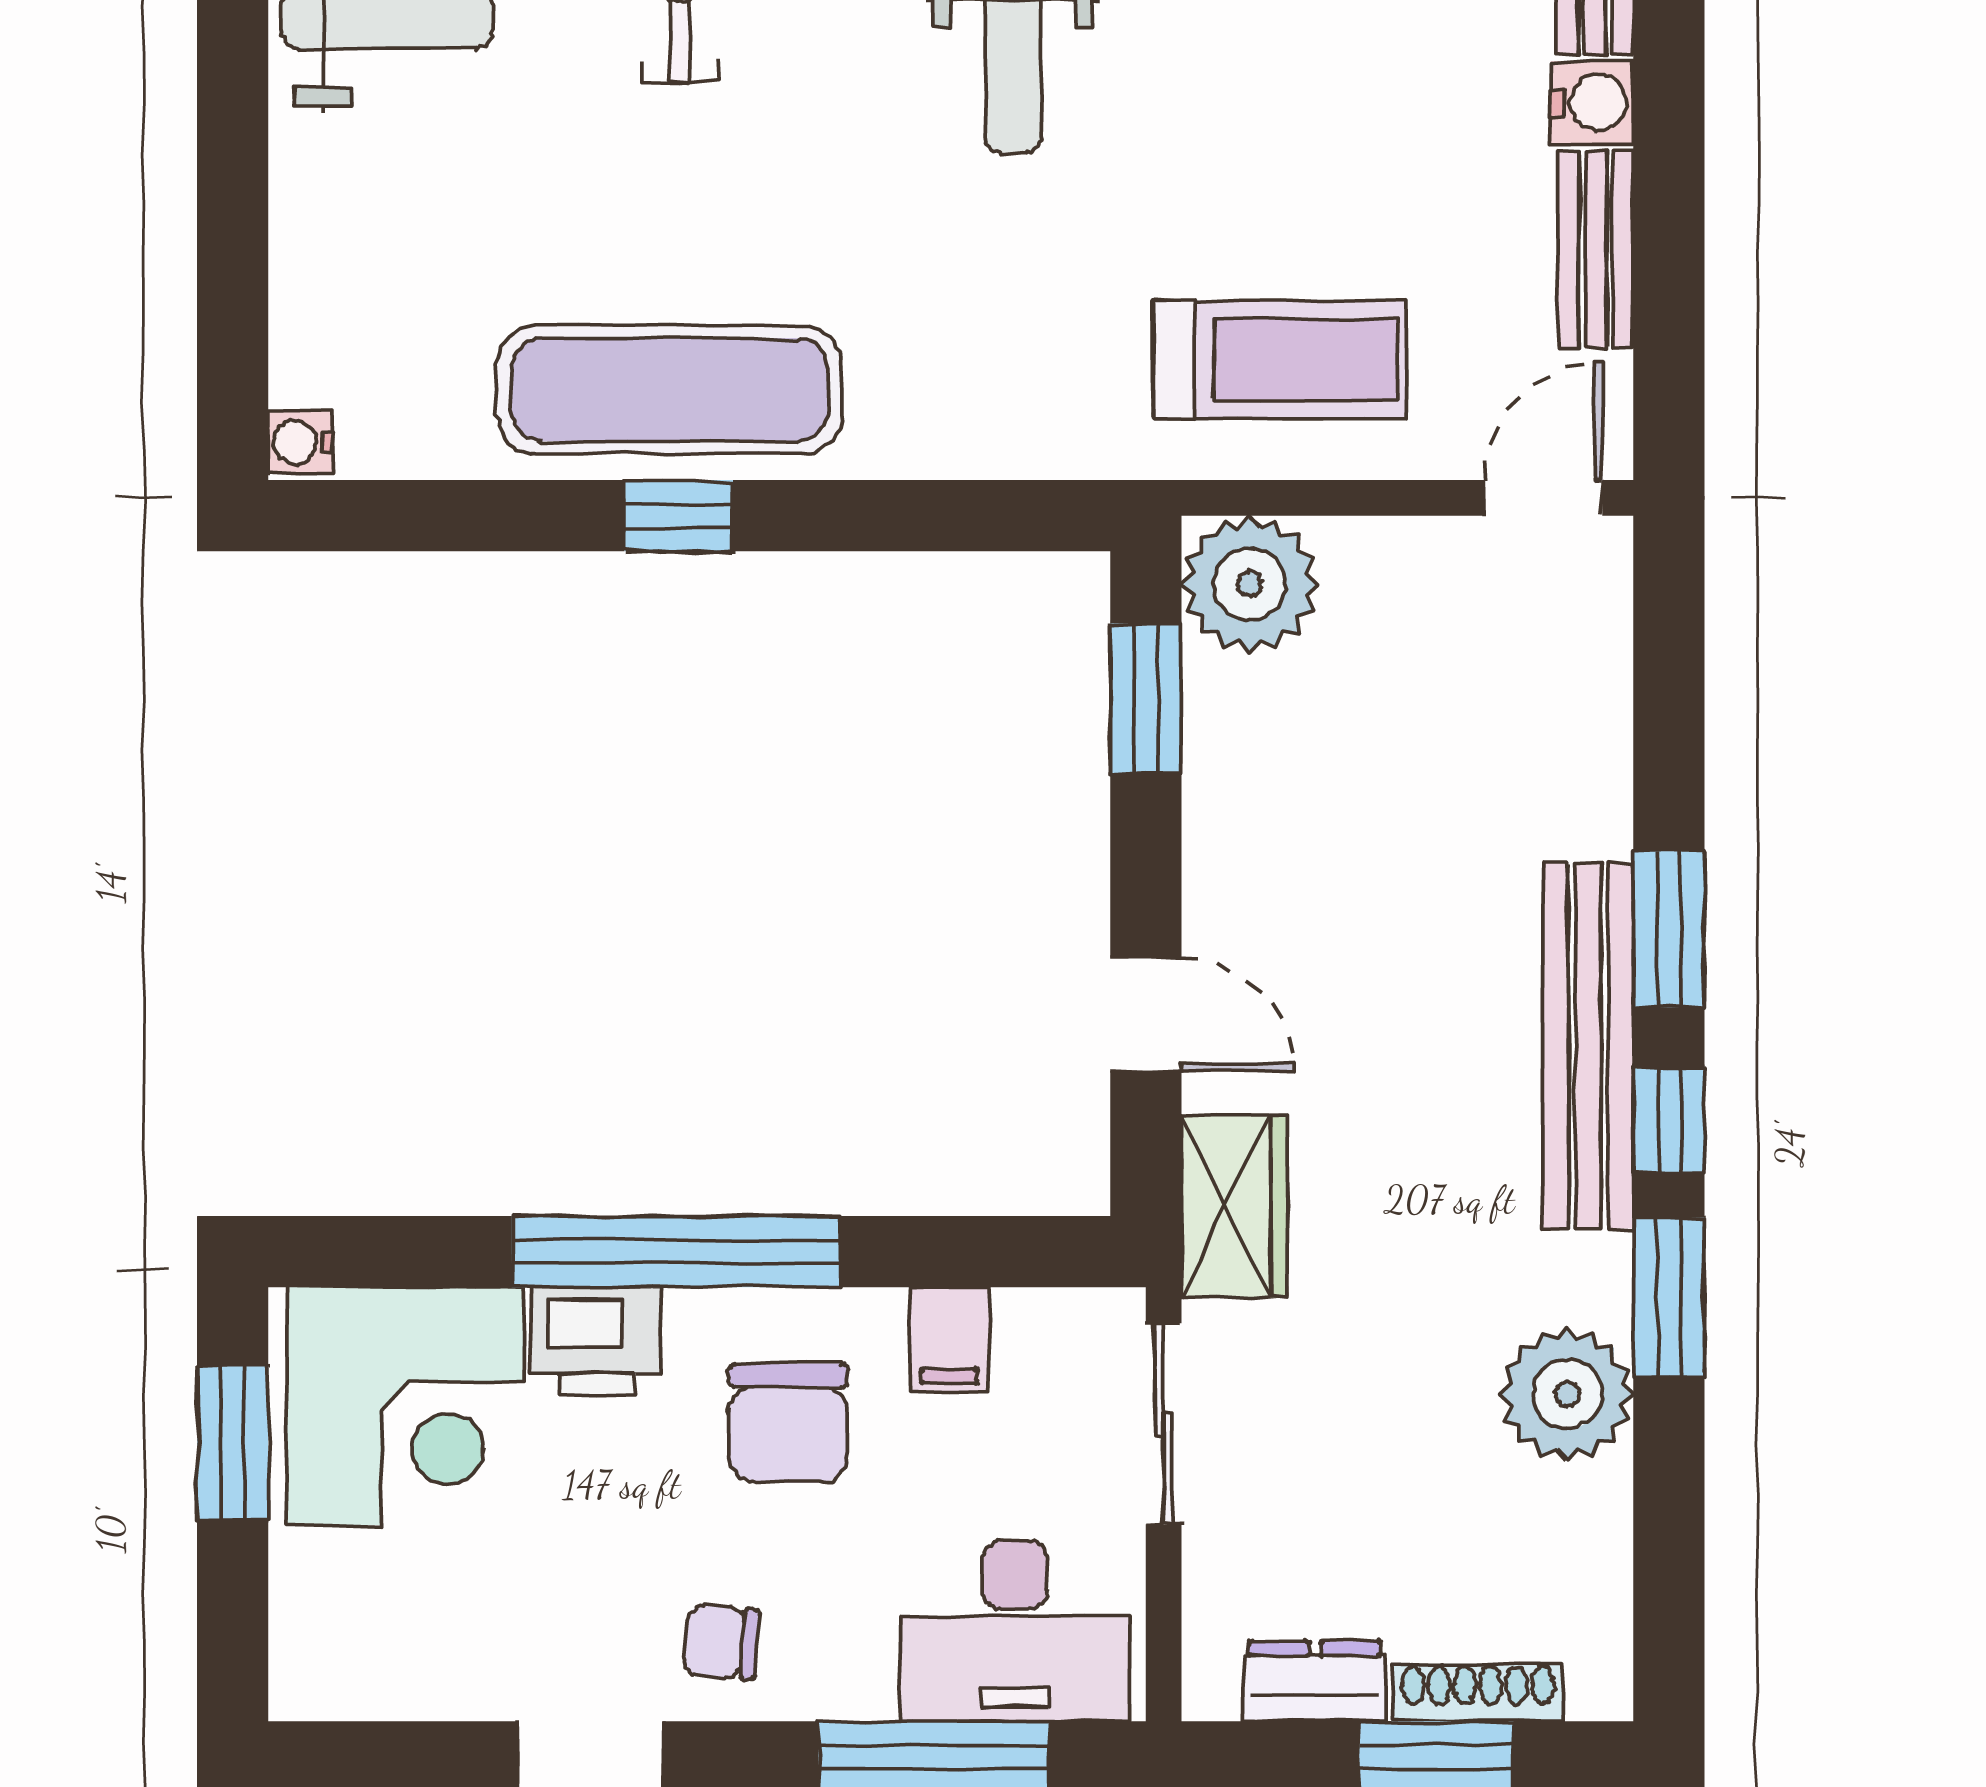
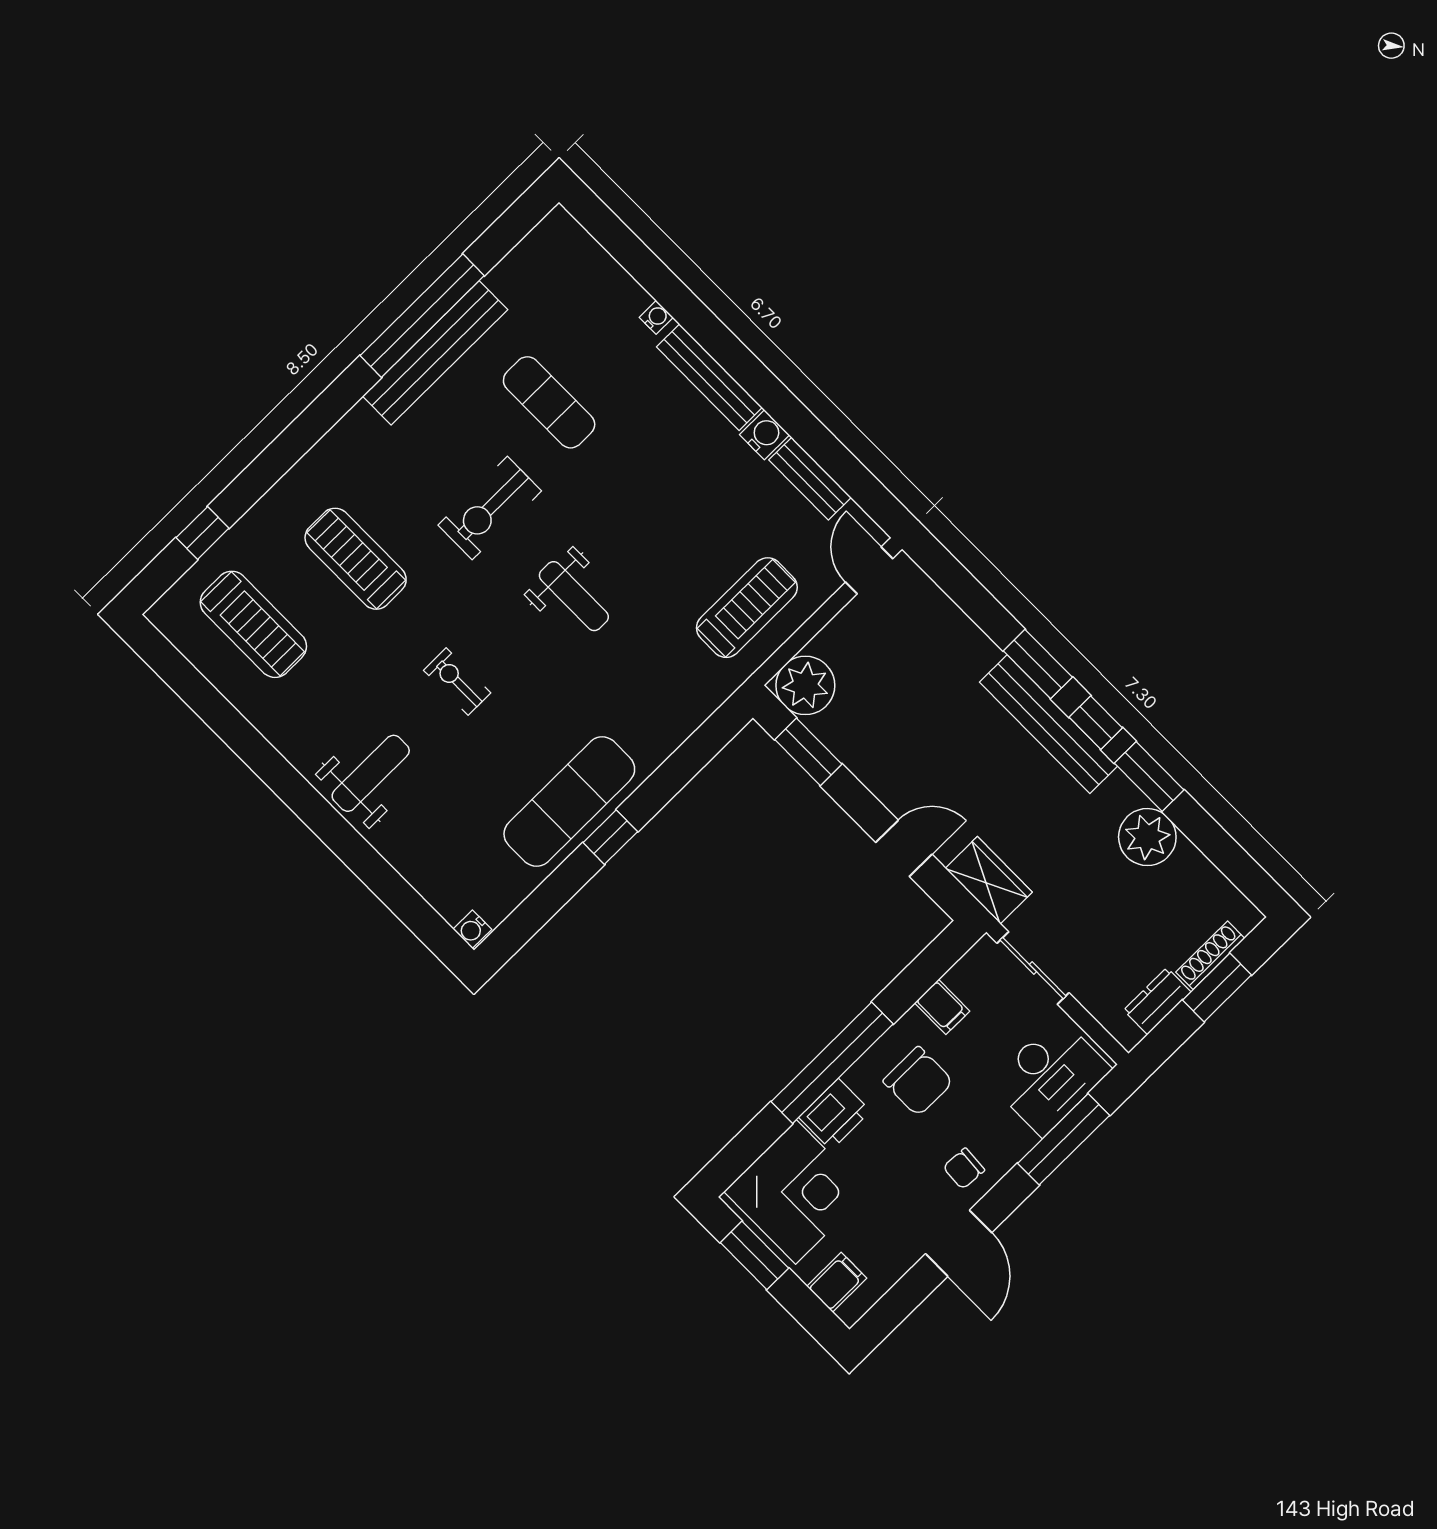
filing cabinet: (325, 1622) -> (837, 1282), added

